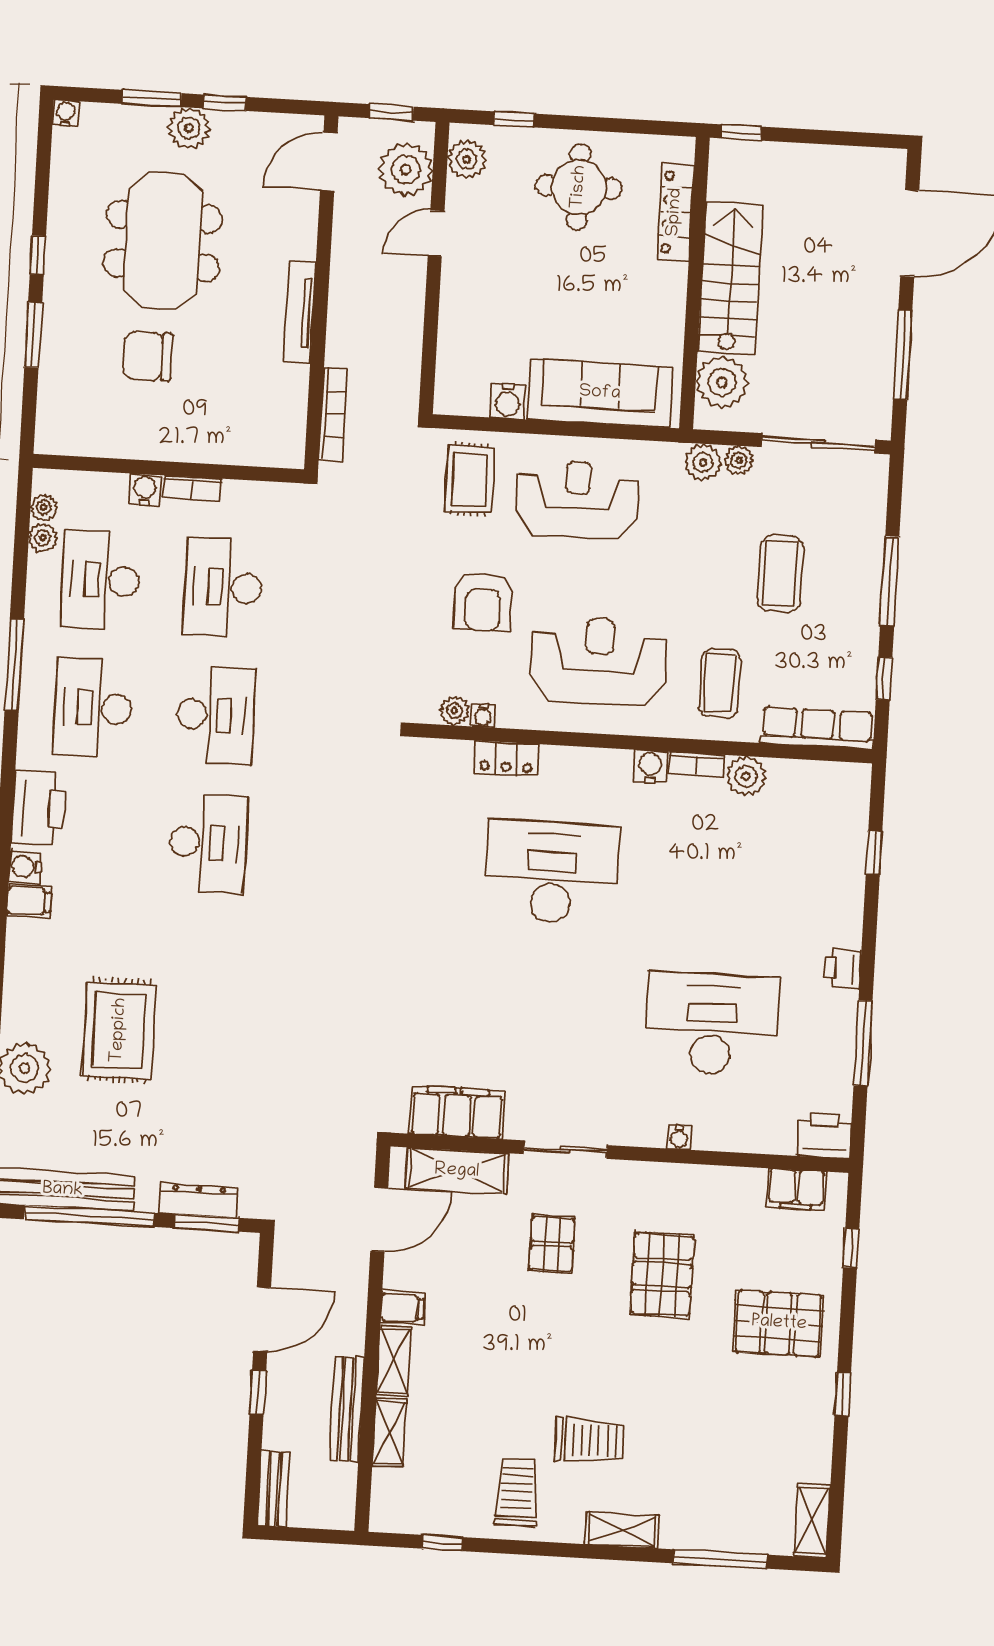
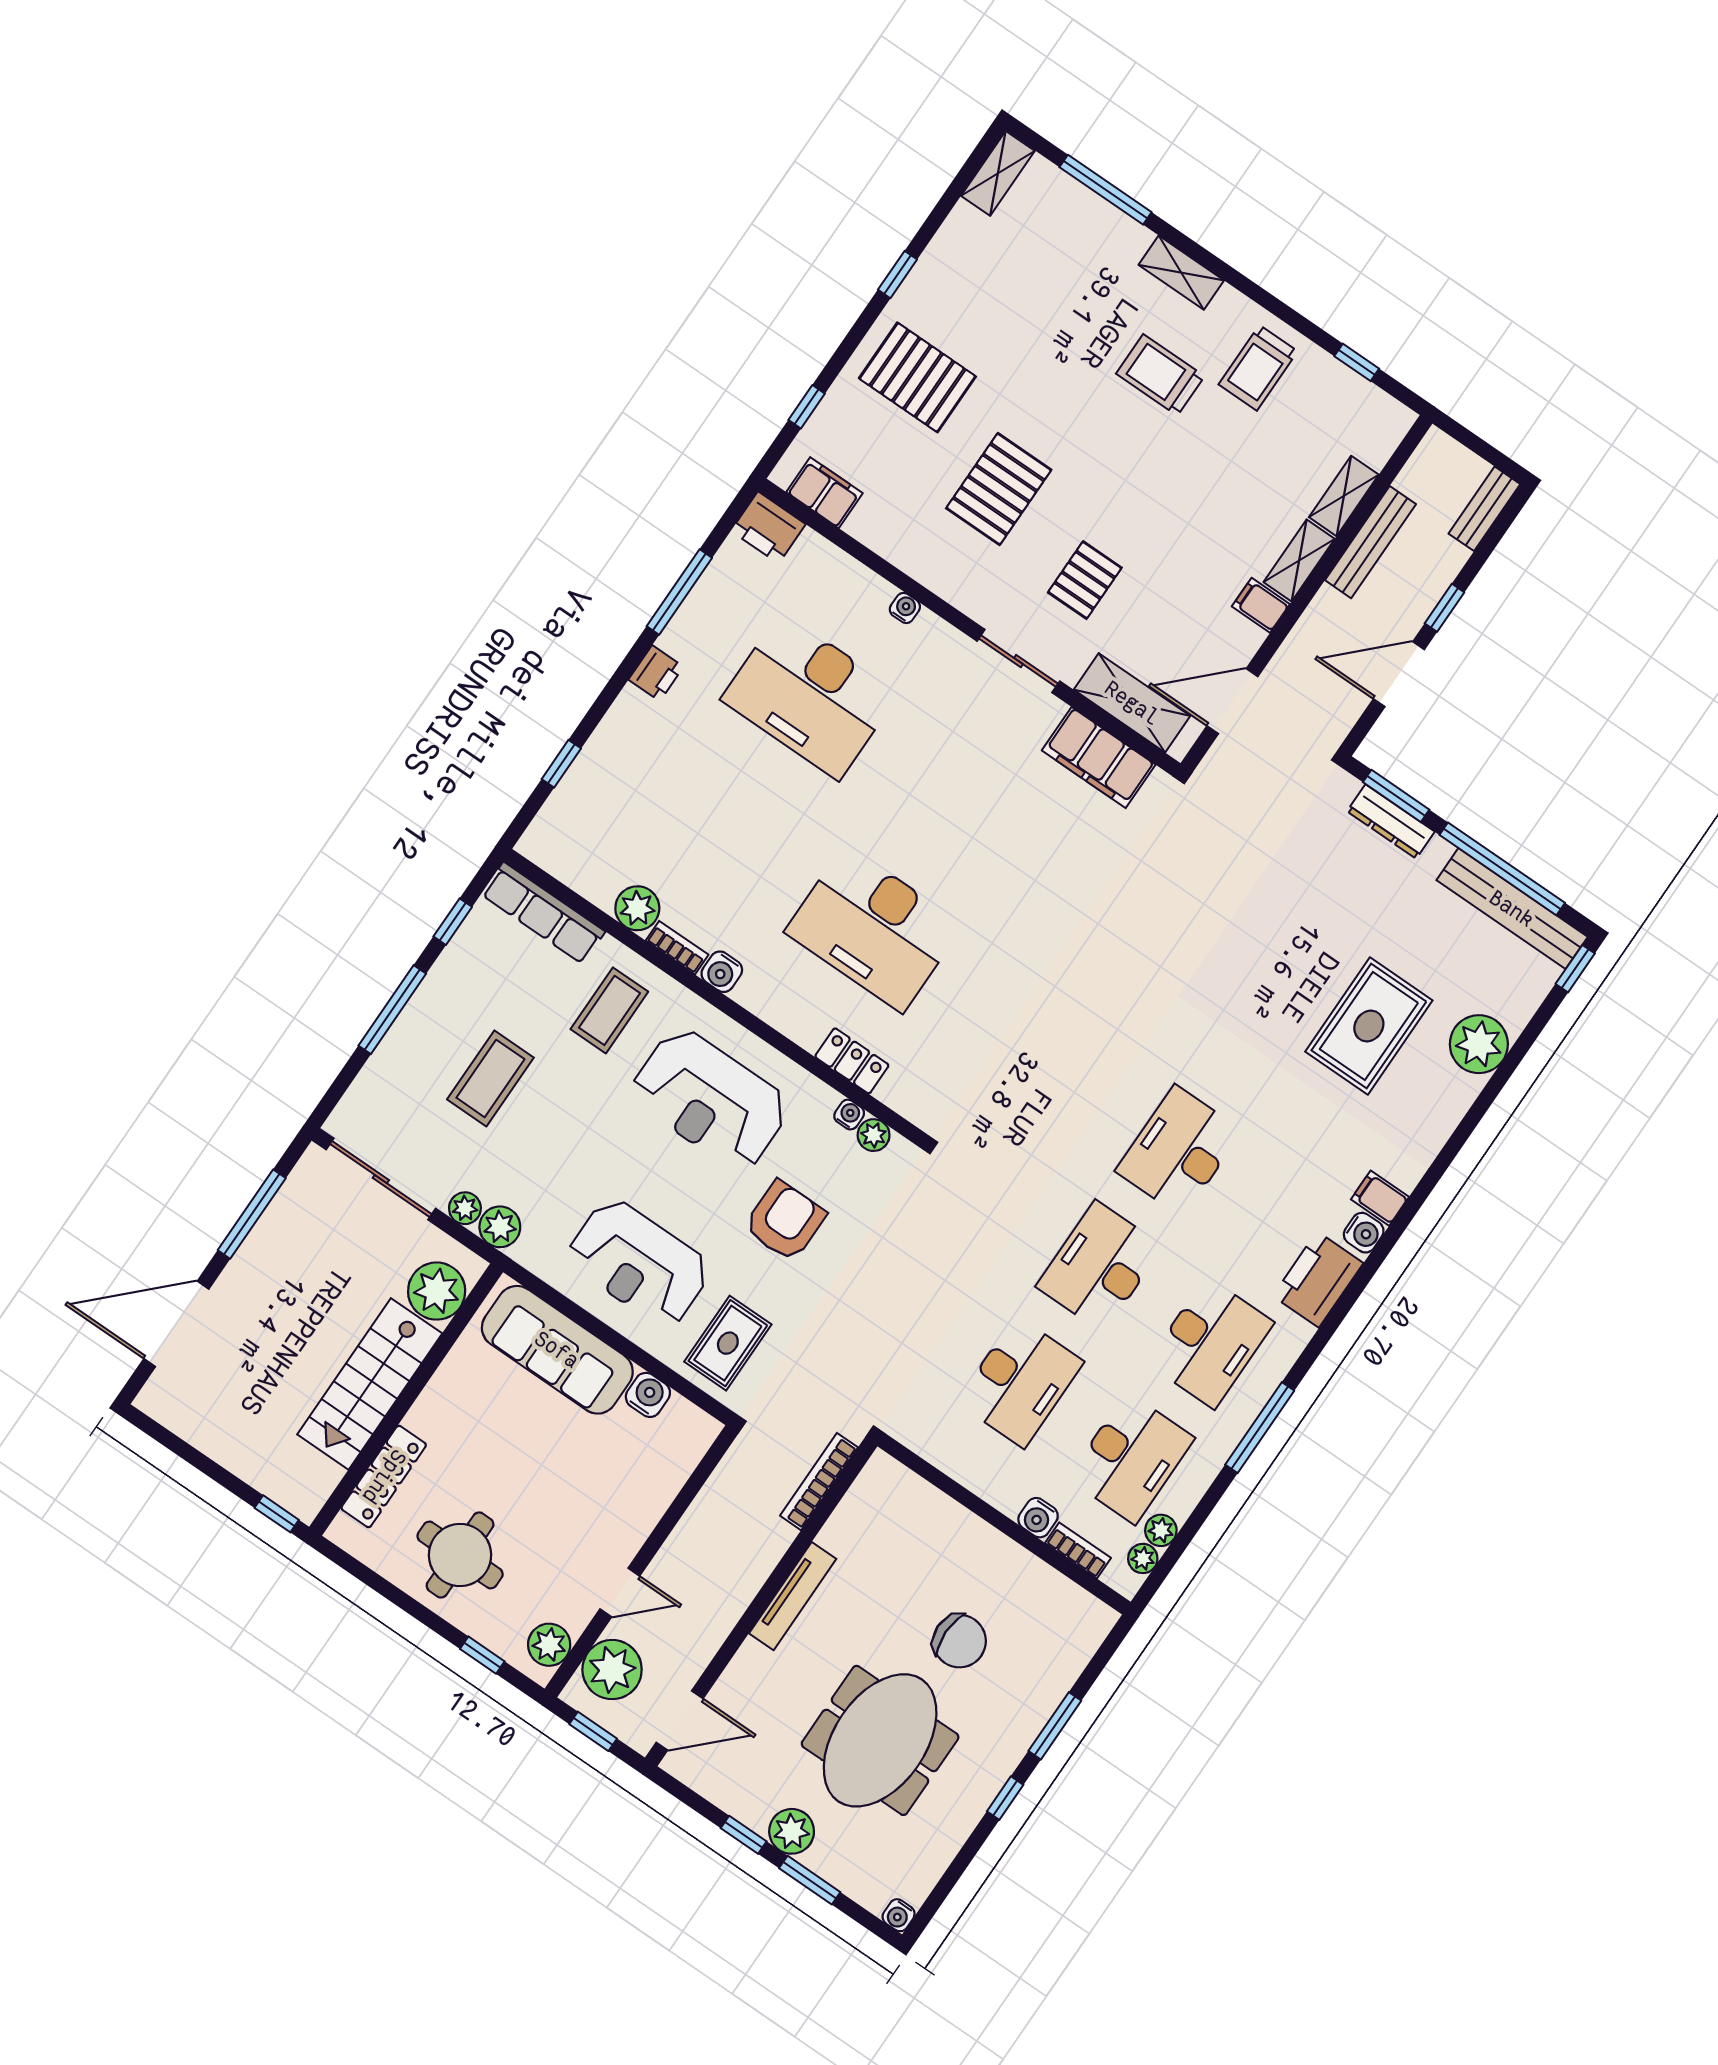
bookcase: (192, 488) -> (1078, 1550), moved

